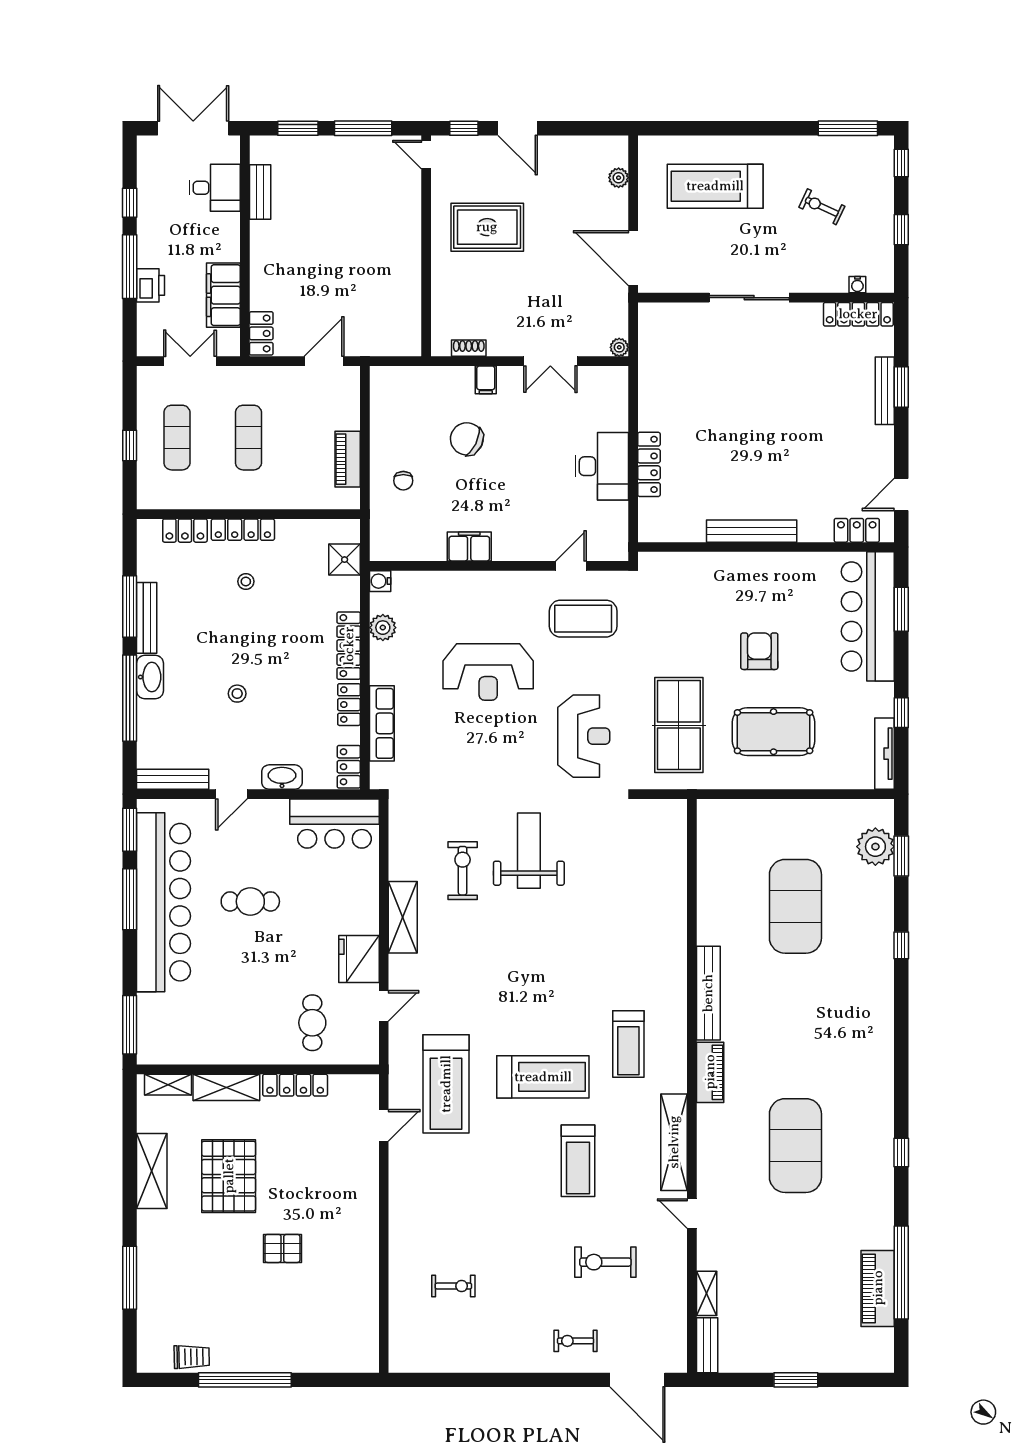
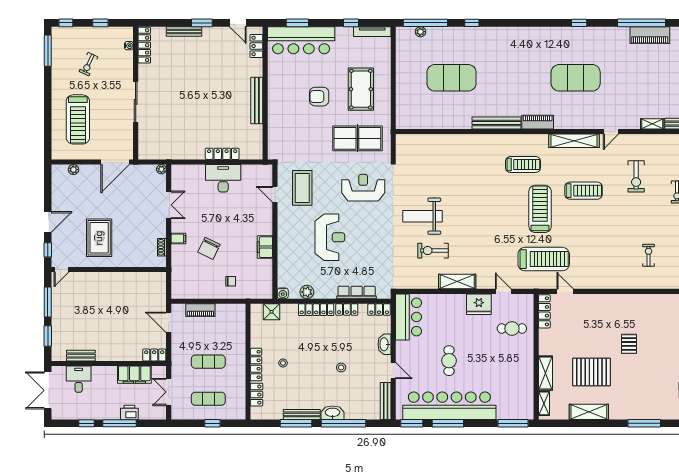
window: (901, 387) -> (202, 23), moved
piano: (348, 459) -> (200, 310), moved
plant: (875, 847) -> (421, 32), width x0.53, depth x0.53
window: (901, 856) -> (425, 23), width x2.11
locker: (295, 1085) -> (544, 311), moved

